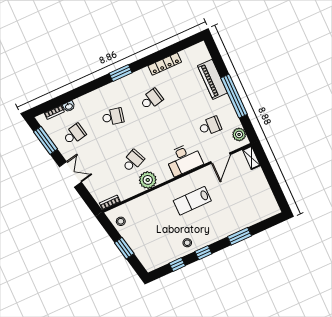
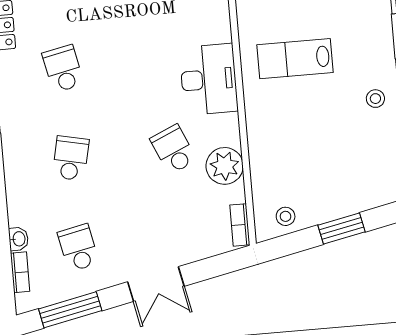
desk: (184, 159) -> (209, 79), moved
double door: (70, 174) -> (156, 284), swing flipped
plant: (148, 180) -> (225, 166), moved
lab bench: (192, 201) -> (295, 59), turned 90

